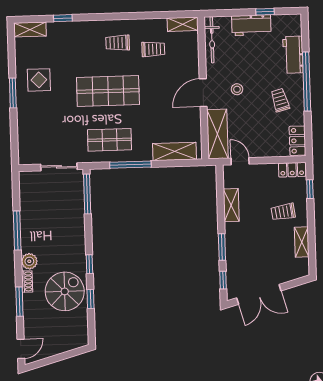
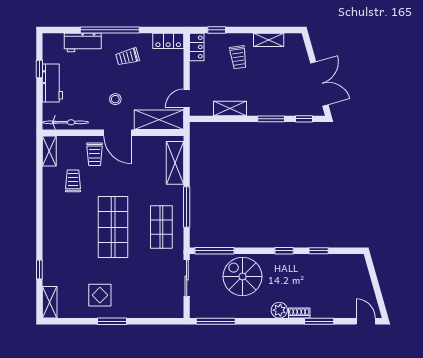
trolley: (118, 43) -> (95, 154), moved
window: (17, 230) -> (216, 321), moved
spiral stairs: (65, 291) -> (242, 276), moved

